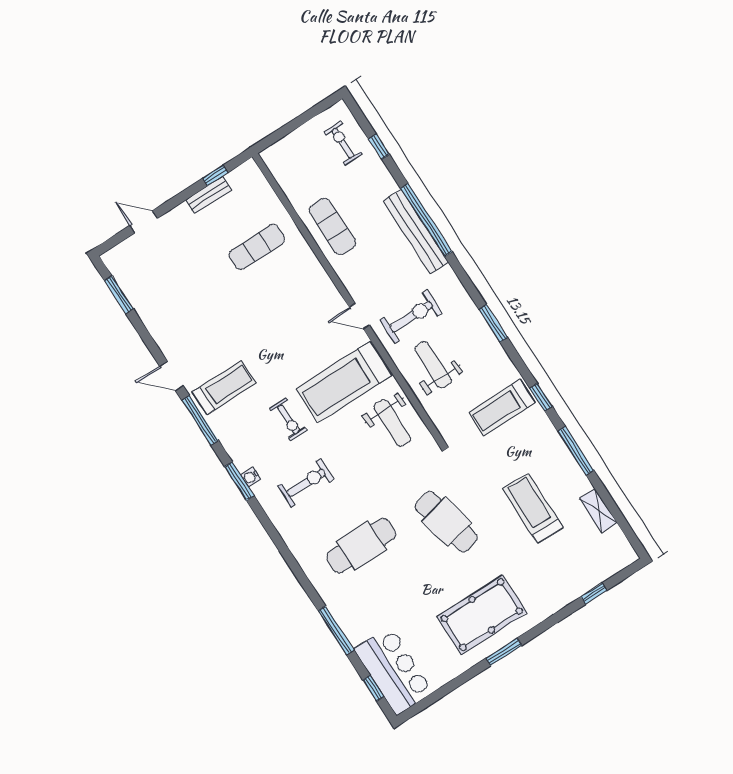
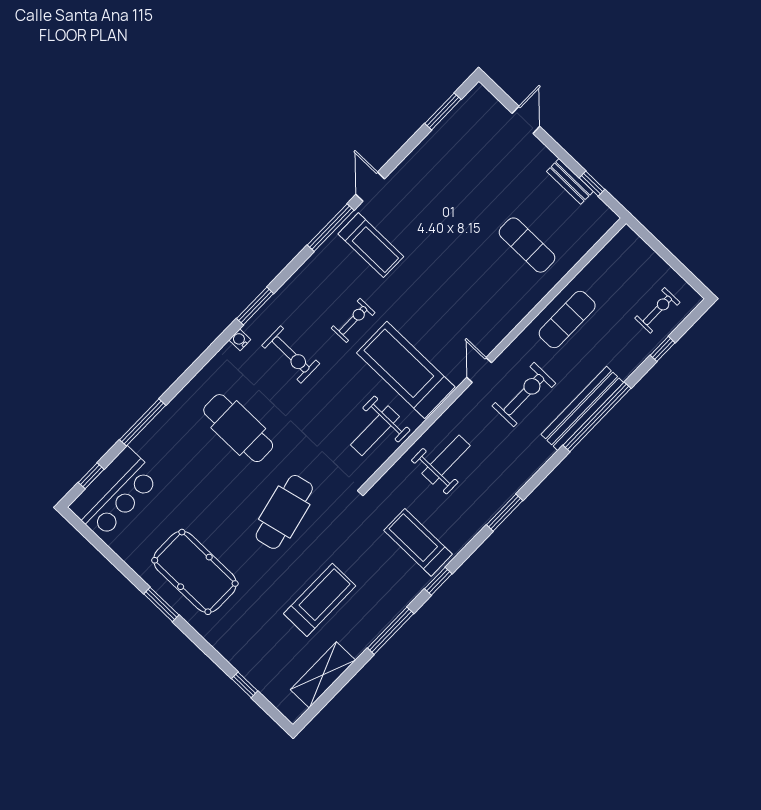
exercise bike: (411, 317) -> (524, 395), moved, turned -90
exercise bike: (288, 419) -> (353, 320), turned 180
water cooler: (251, 477) -> (240, 340), moved
window: (239, 481) -> (255, 306), moved
shelving: (598, 511) -> (323, 675), width x1.50, depth x1.33

